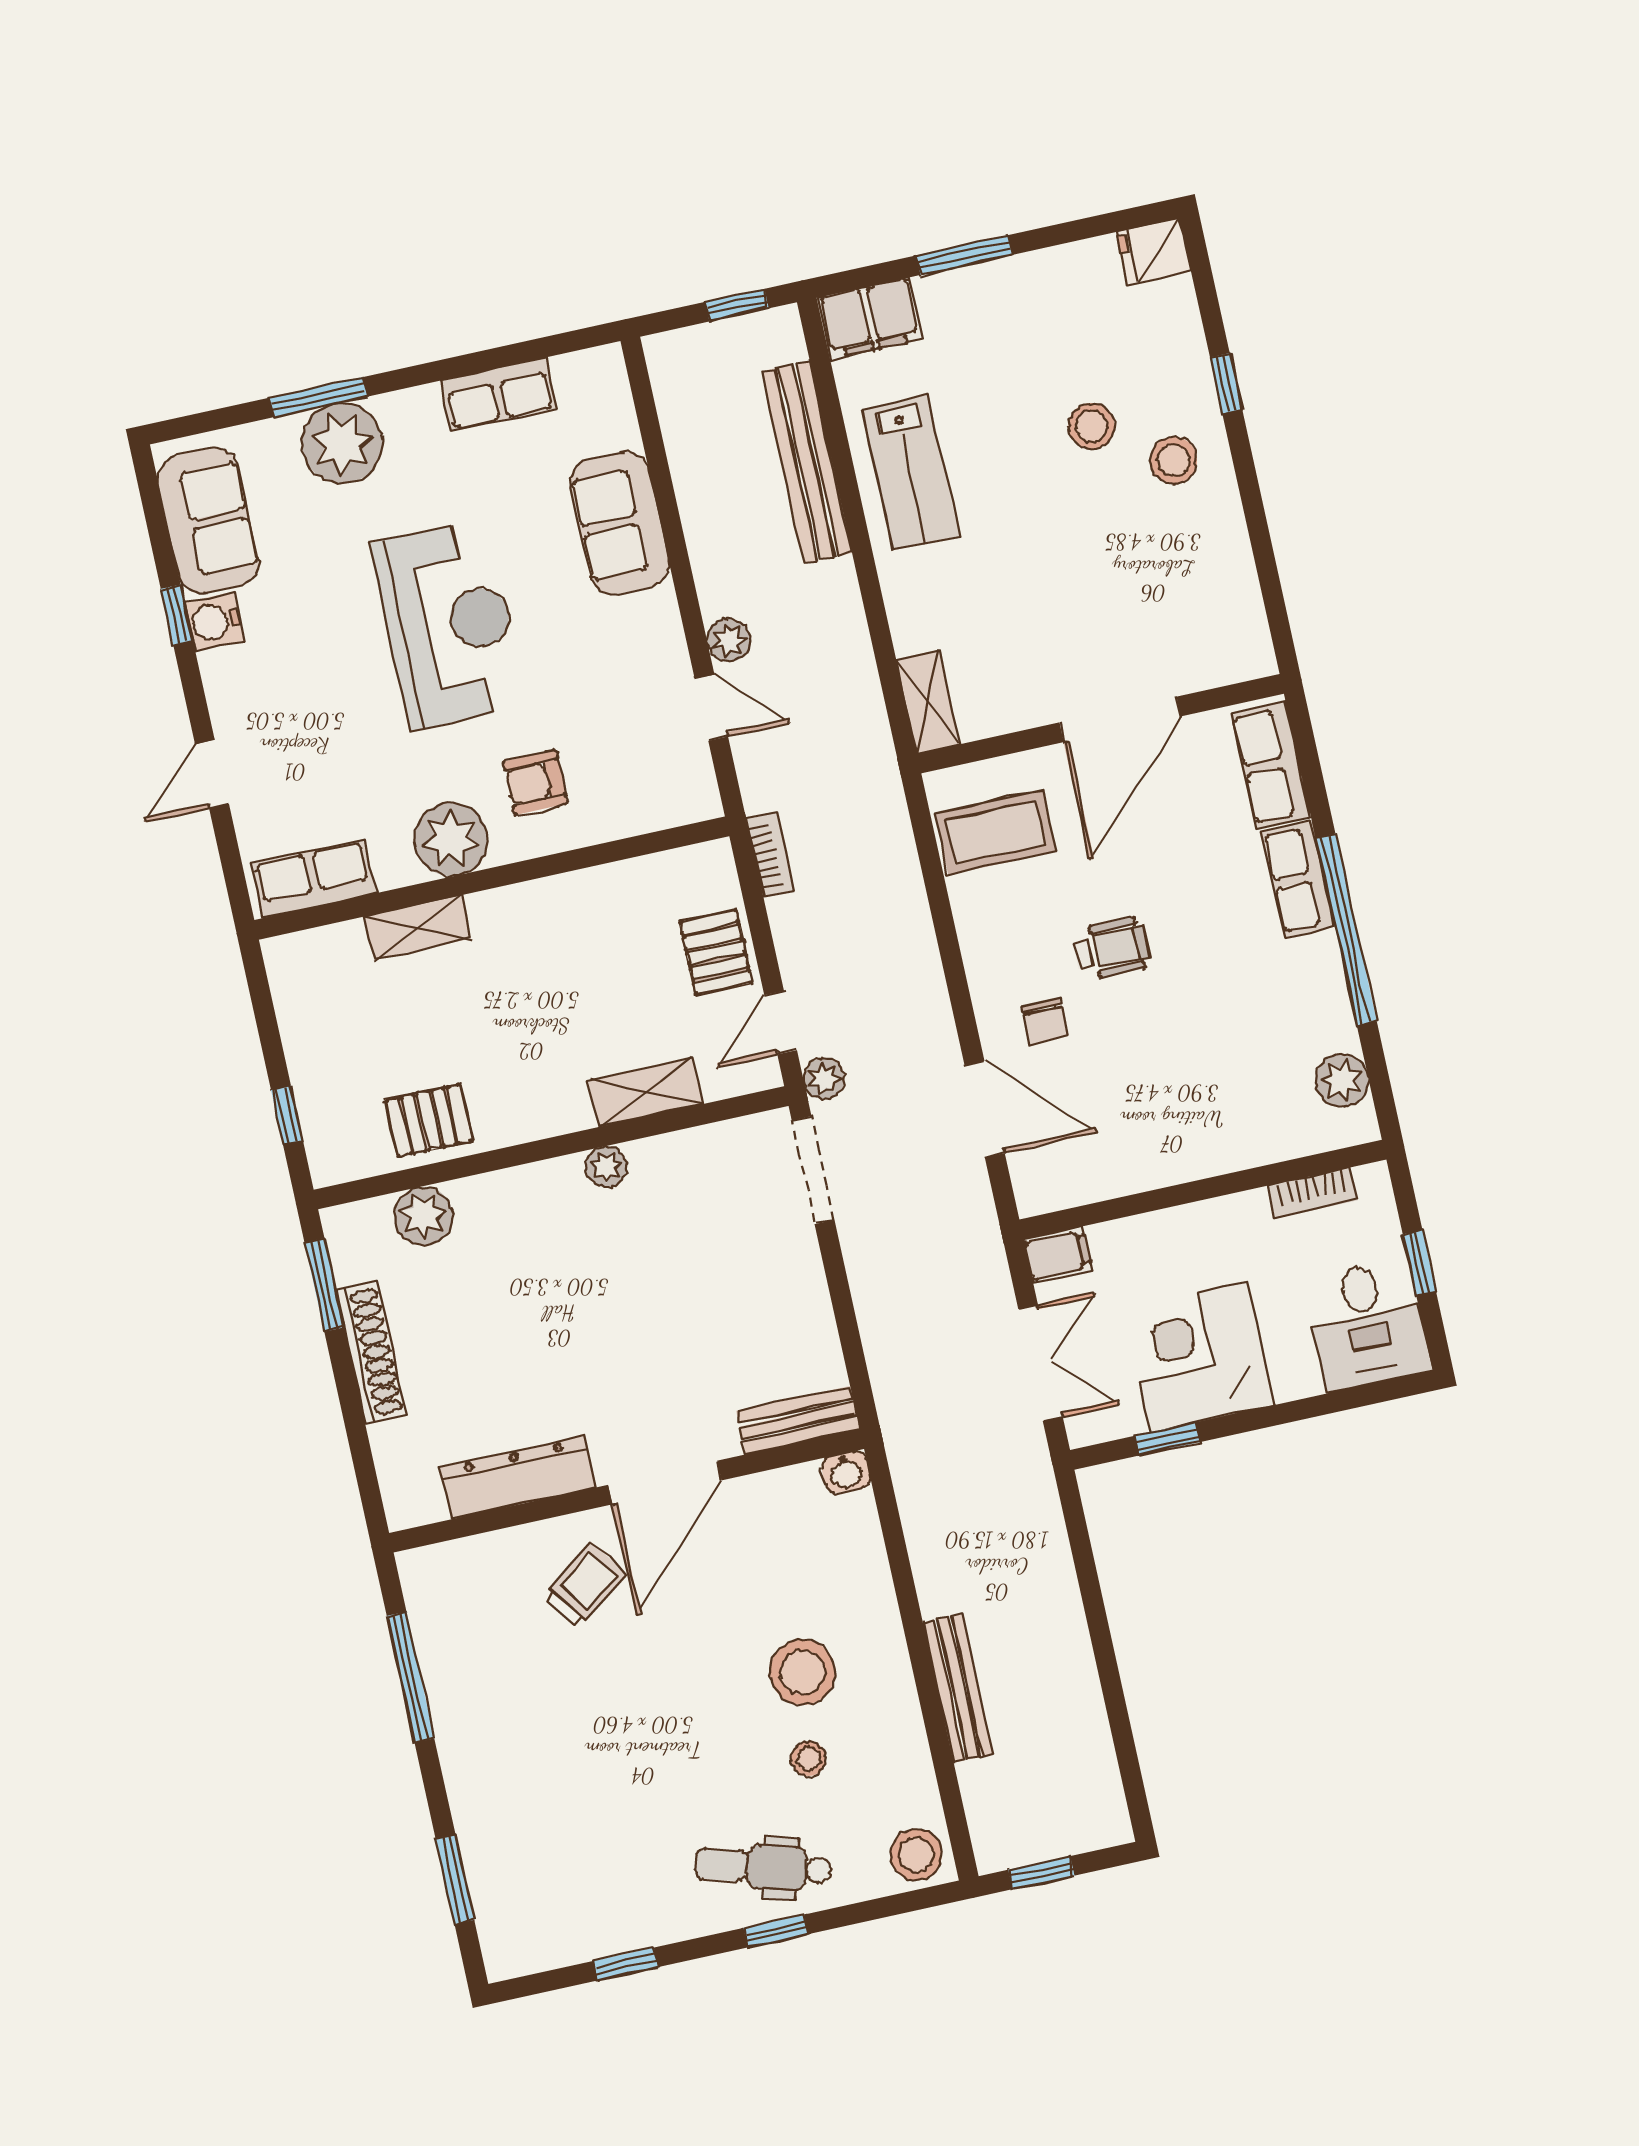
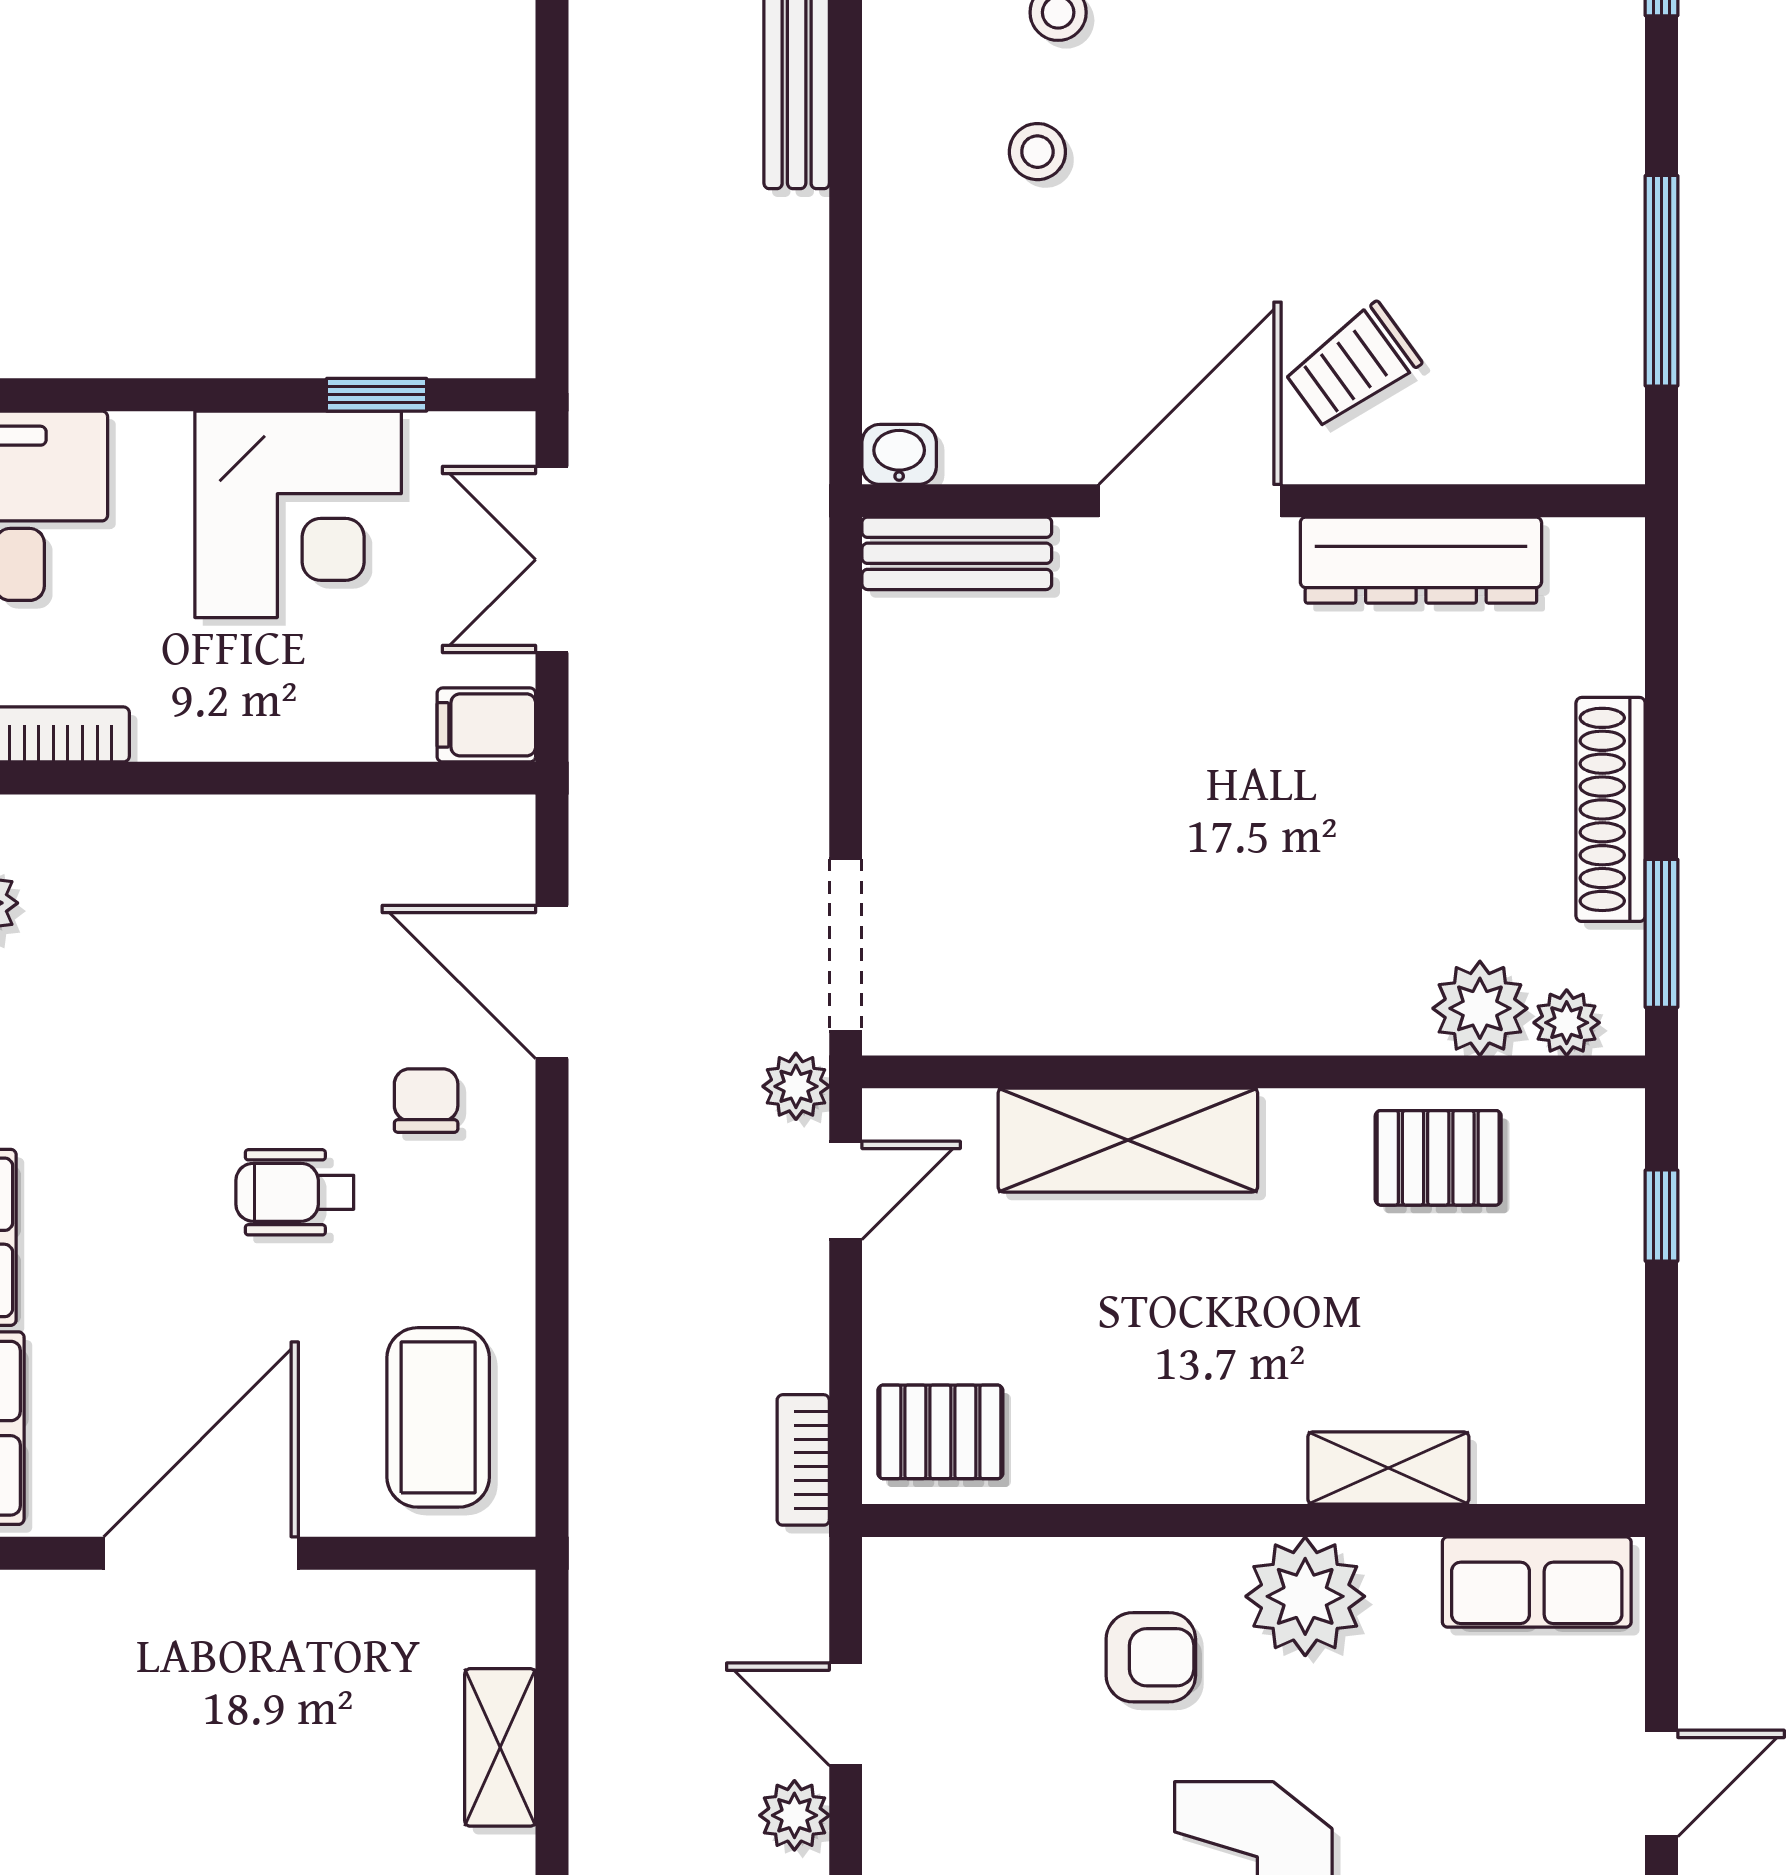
shelving: (928, 702) -> (500, 1747), moved
coffee table: (996, 832) -> (438, 1417), turned 90
pallet: (716, 952) -> (940, 1432), moved, turned 90
shelving: (645, 1092) -> (1128, 1140), width x1.50, depth x1.33
plant: (606, 1167) -> (1567, 1023), moved
stool: (803, 1672) -> (1037, 152), width x0.53, depth x0.53

